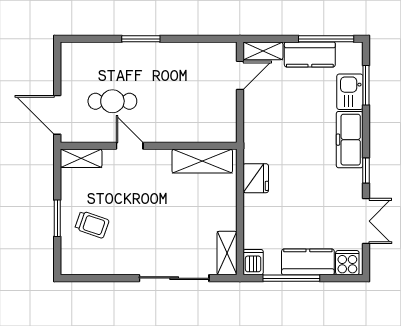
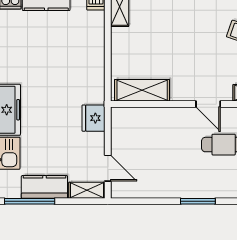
door: (240, 75) -> (108, 168), swing flipped
fridge: (256, 178) -> (94, 118), moved

